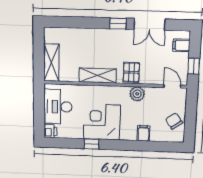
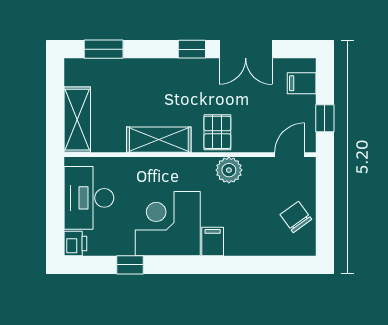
window: (67, 22) -> (104, 49), added
door: (172, 86) -> (290, 155), hinge flipped
filing cabinet: (143, 133) -> (213, 241), moved
window: (92, 144) -> (130, 265), moved

